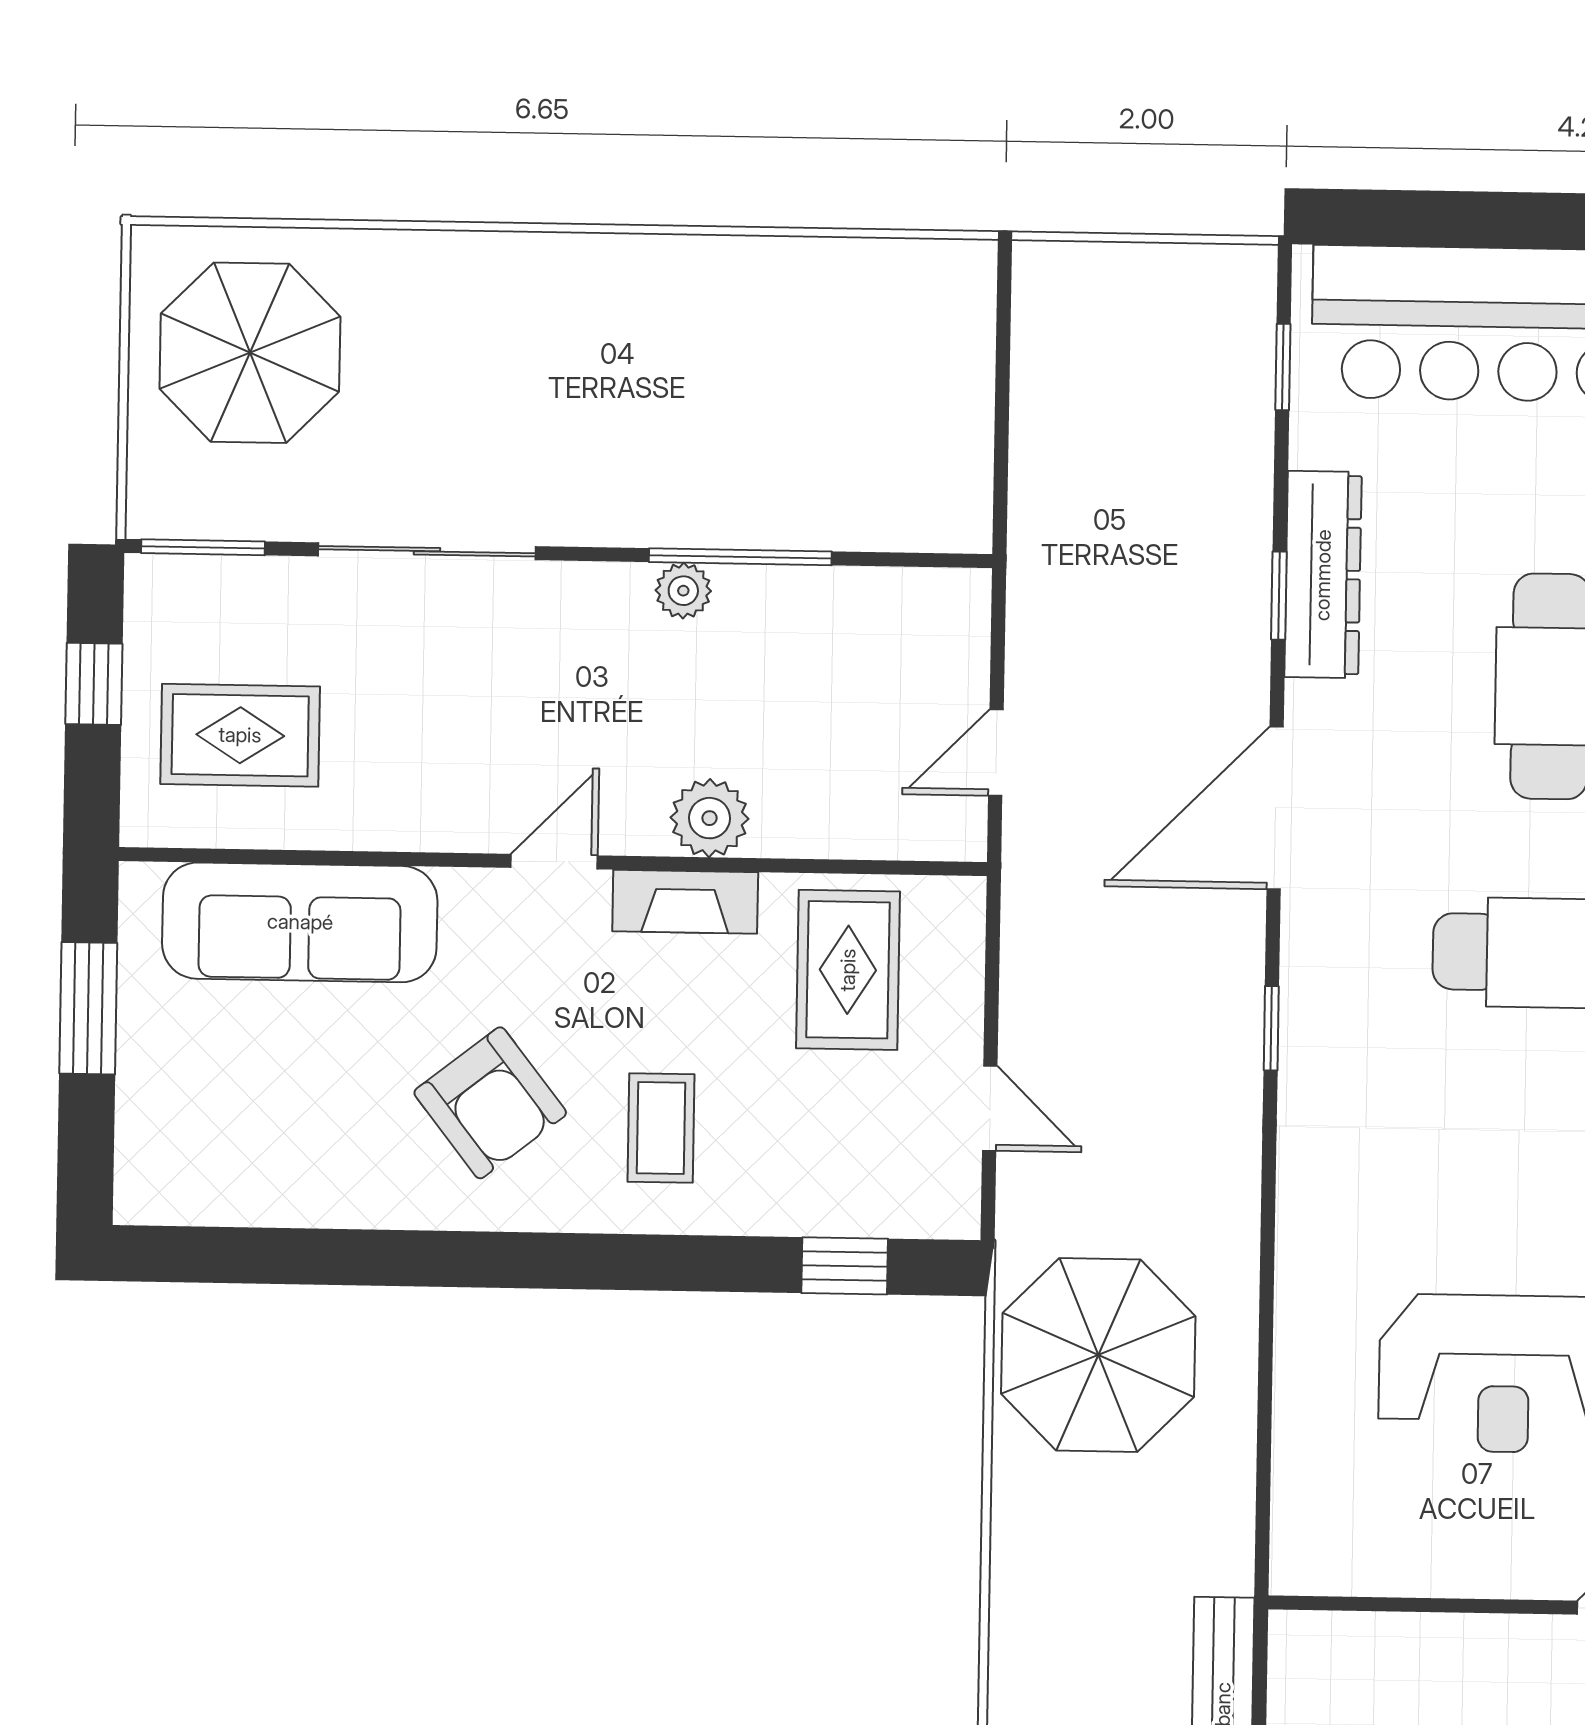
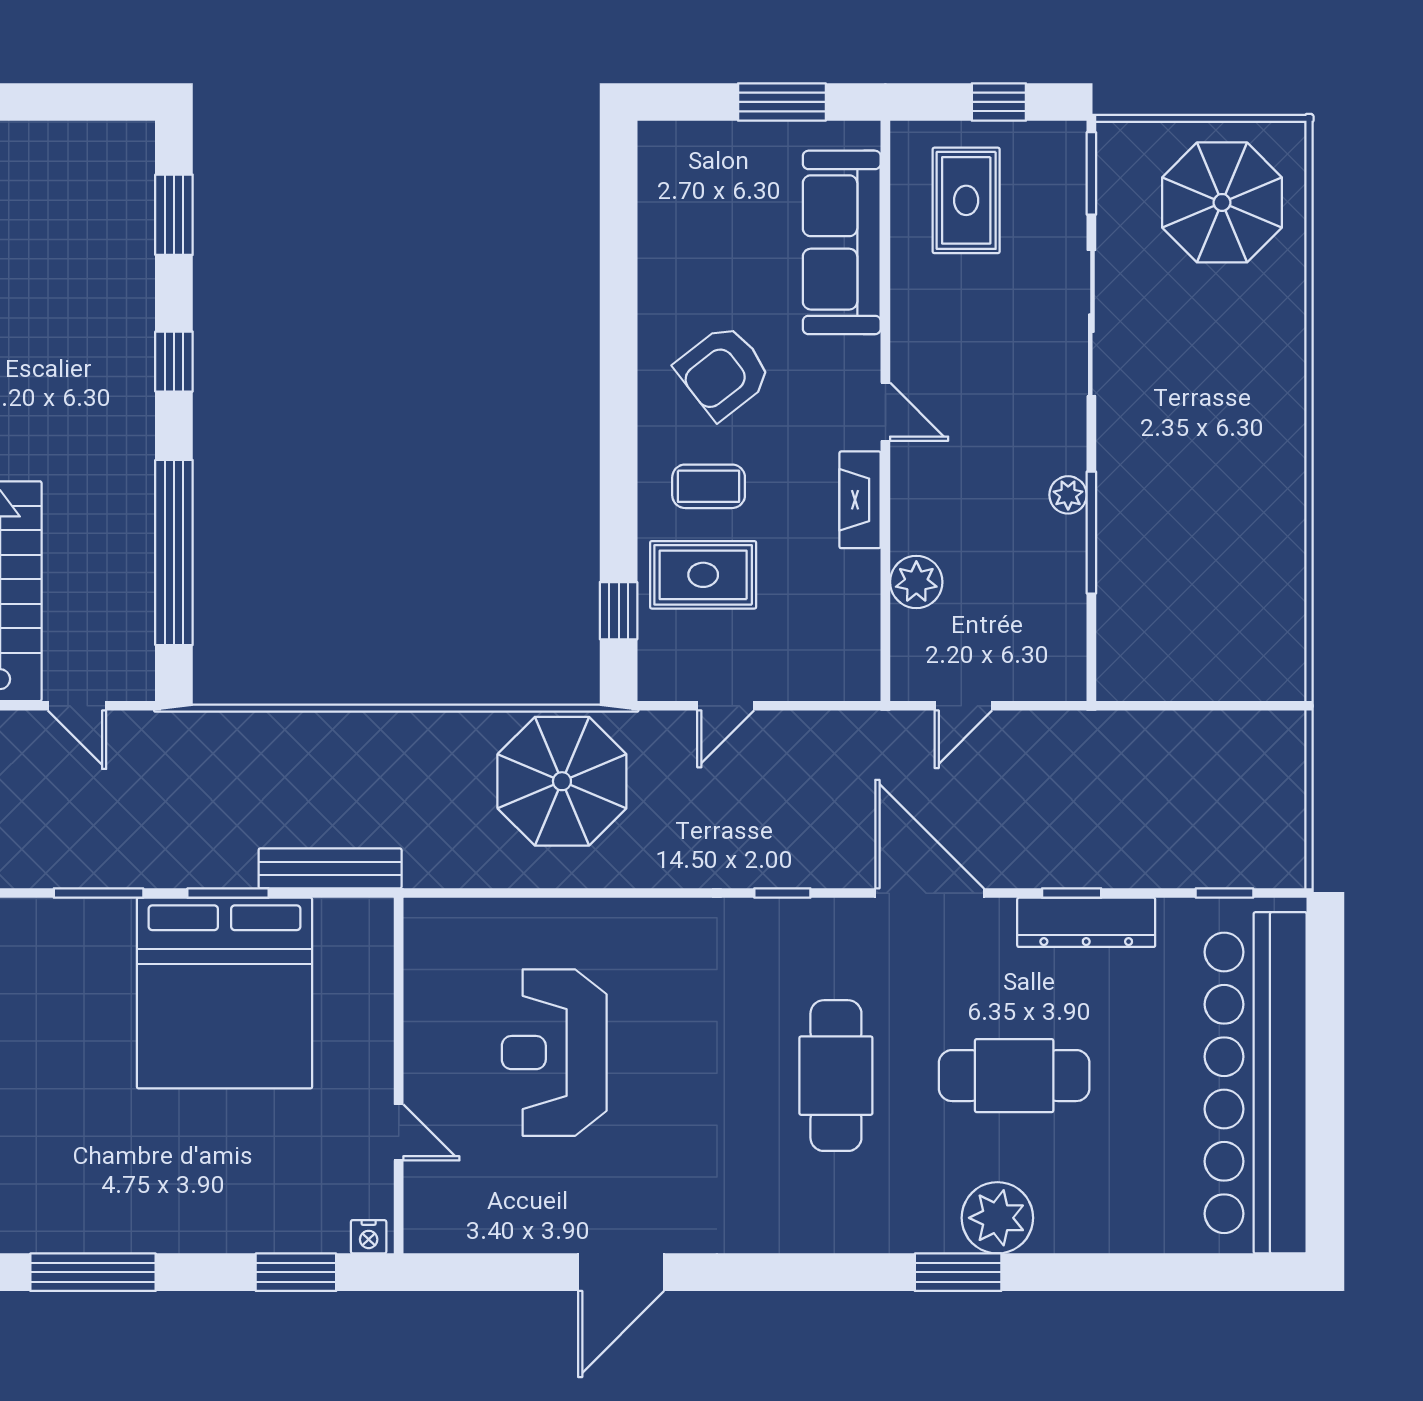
door: (996, 753) -> (963, 706), swing flipped
plant: (710, 818) -> (916, 582), moved
rug: (848, 970) -> (703, 575), moved

